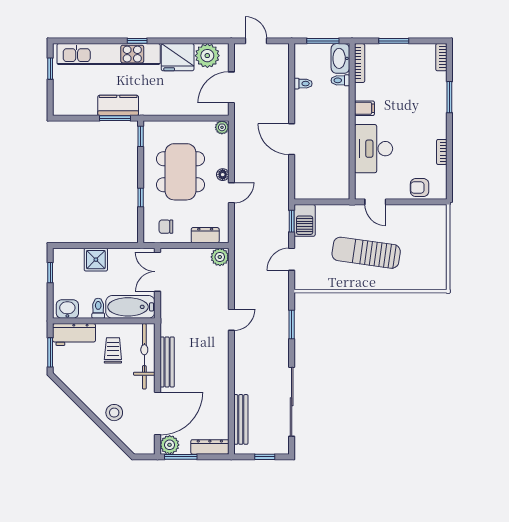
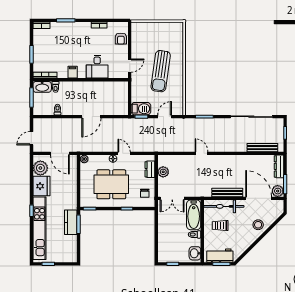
desk: (374, 149) -> (97, 67), width x0.73
plant: (220, 257) -> (163, 172), moved
door: (292, 259) -> (165, 117), swing flipped
shower: (96, 260) -> (165, 236), removed
workbench: (74, 335) -> (220, 256), moved, turned -90

